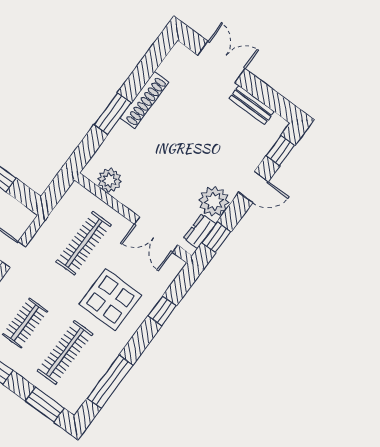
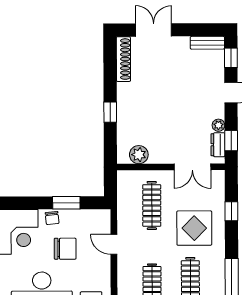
shoe rack: (144, 100) -> (123, 59), moved
bench: (252, 105) -> (207, 43), moved
window: (113, 114) -> (110, 112), width x0.67
plant: (214, 201) -> (218, 125), width x0.53, depth x0.53

